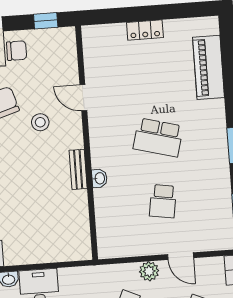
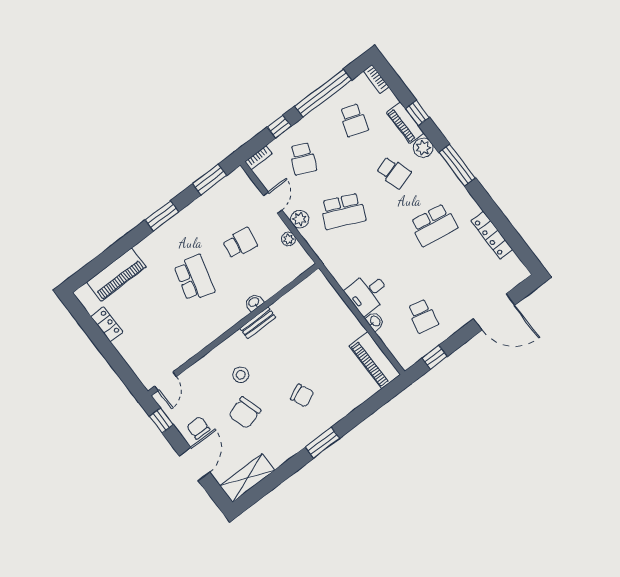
locker: (145, 30) -> (107, 324), moved
door: (83, 98) -> (166, 381), moved
plant: (137, 249) -> (288, 239), added

